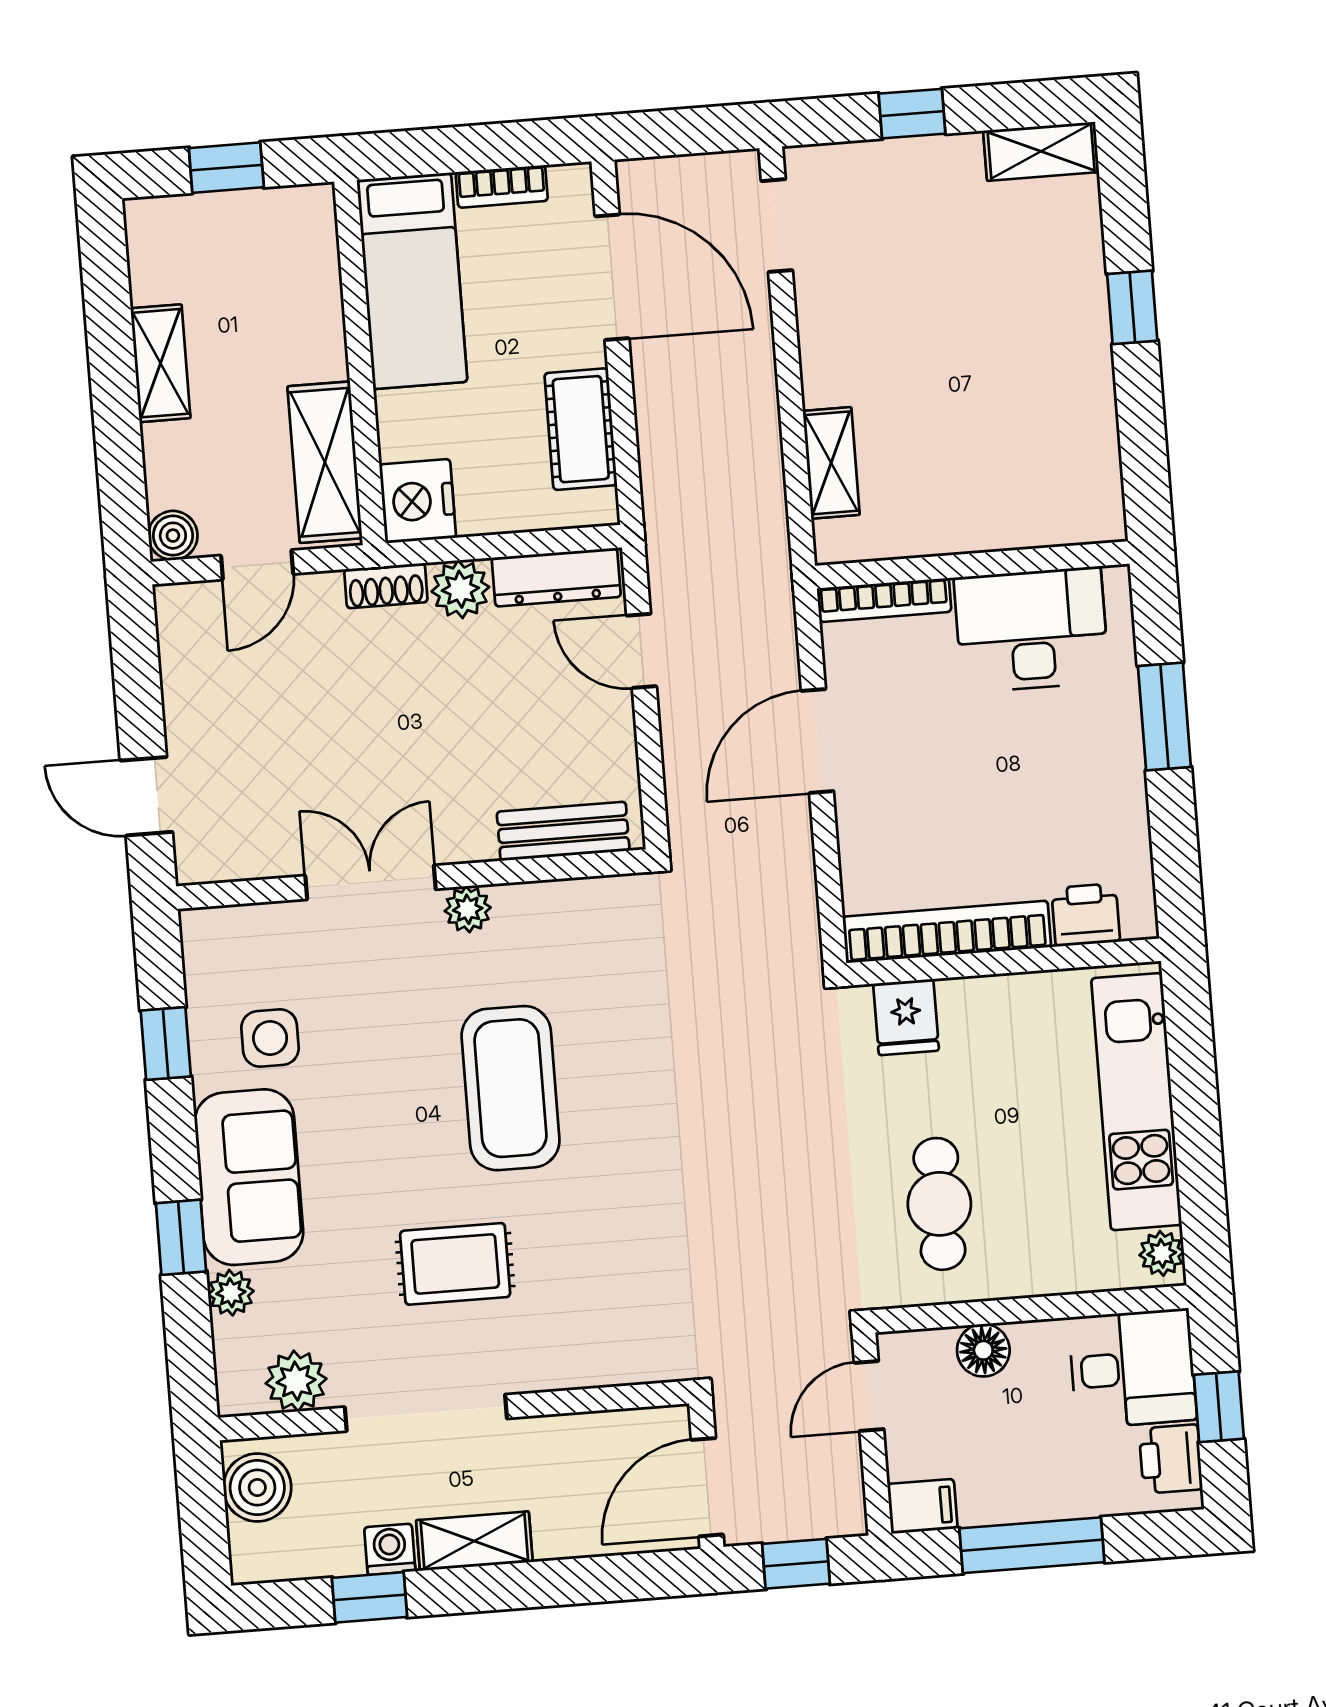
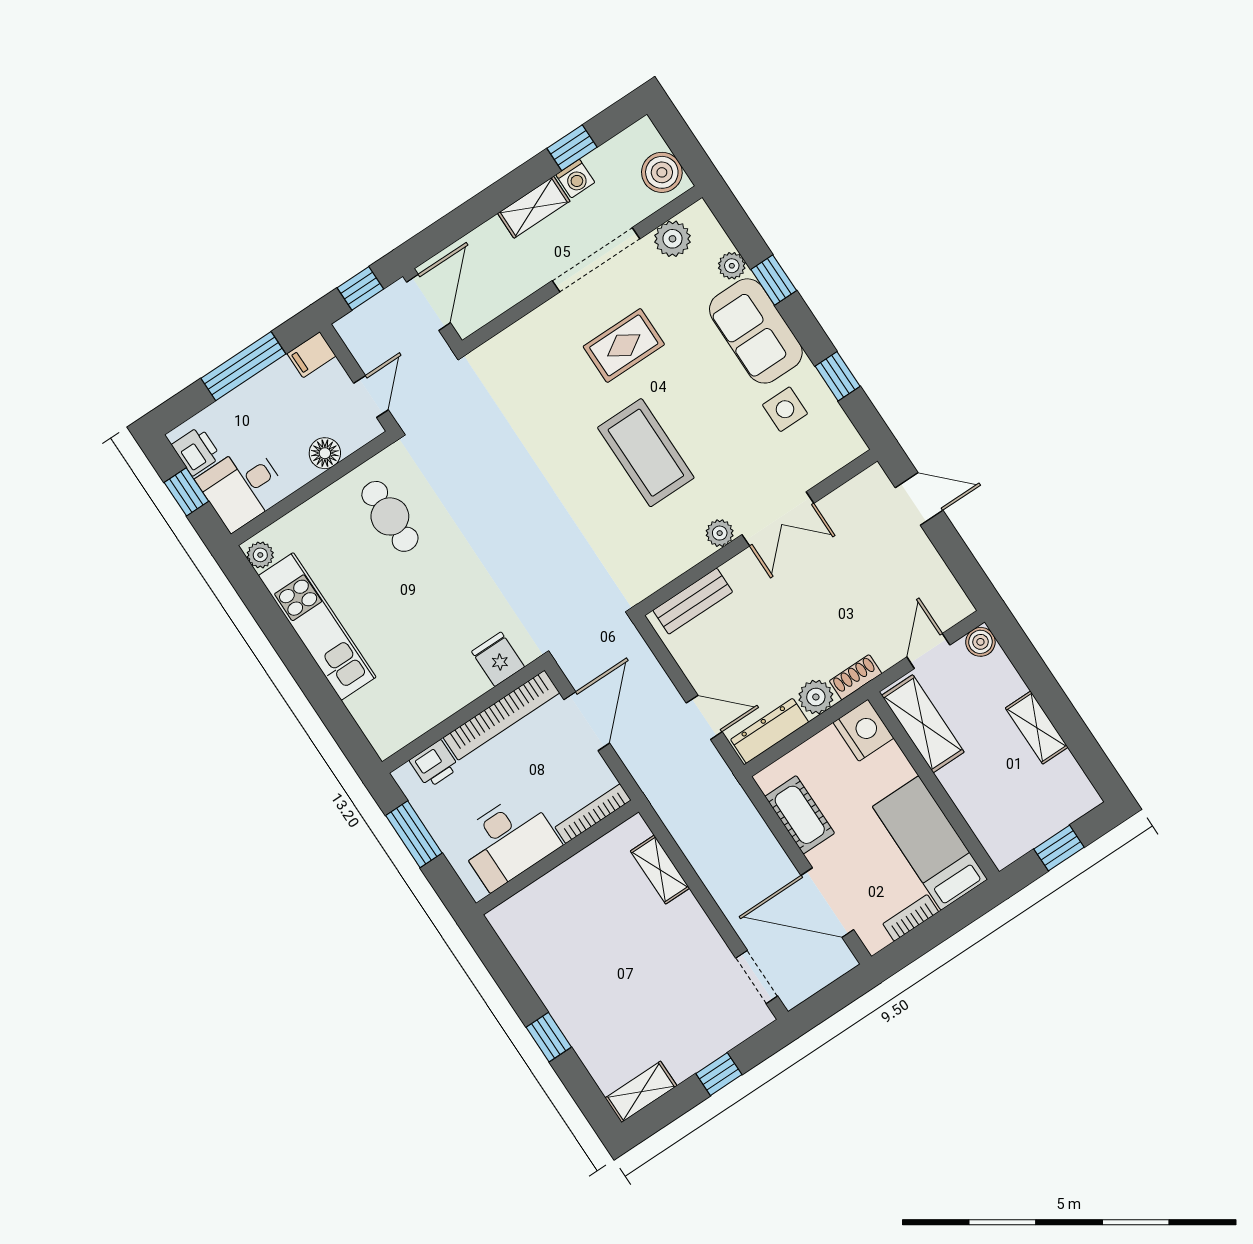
printer: (1086, 915) -> (434, 764), moved
bookcase: (947, 932) -> (501, 715), moved
wall: (1004, 962) -> (463, 716), moved
fridge: (906, 1017) -> (498, 659), moved

